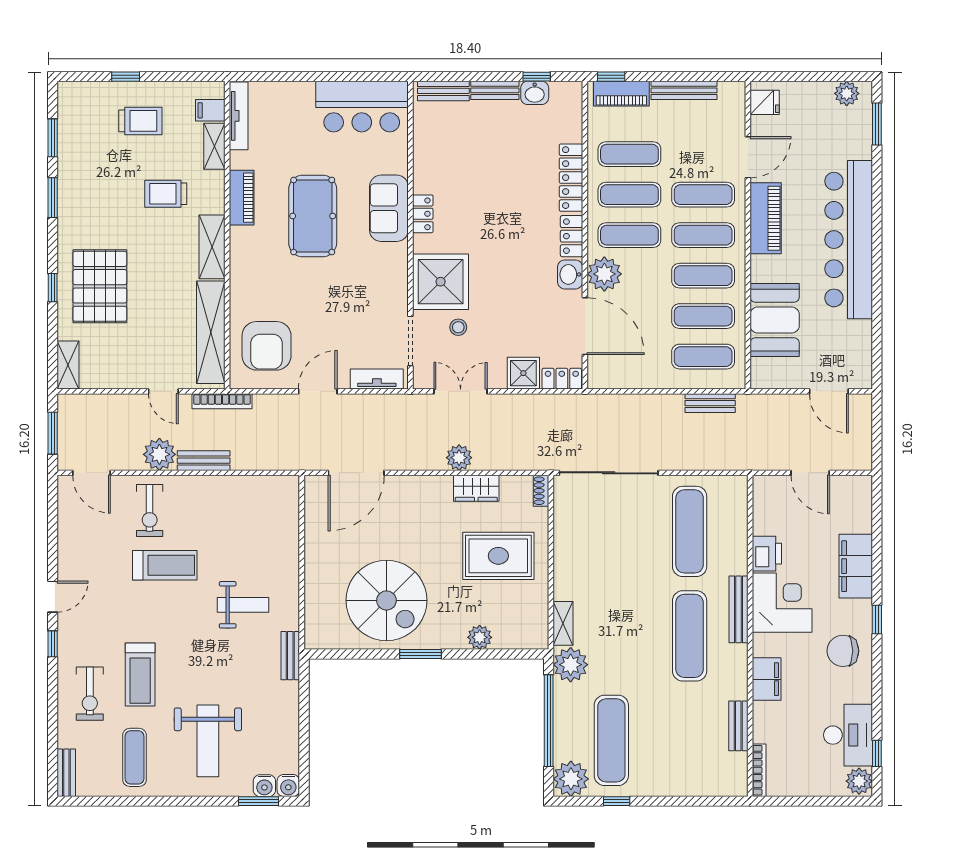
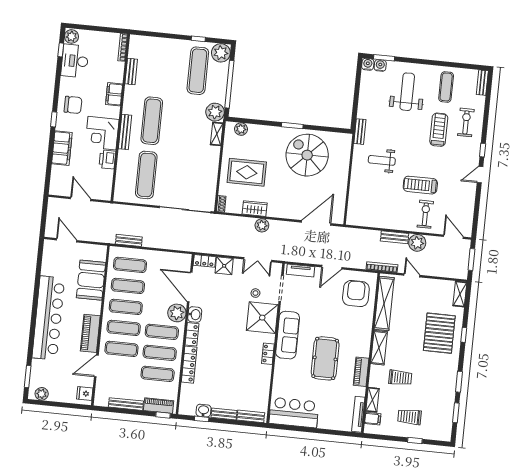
sofa: (389, 208) -> (288, 335), moved, width x1.36
plant: (480, 637) -> (241, 129), moved

